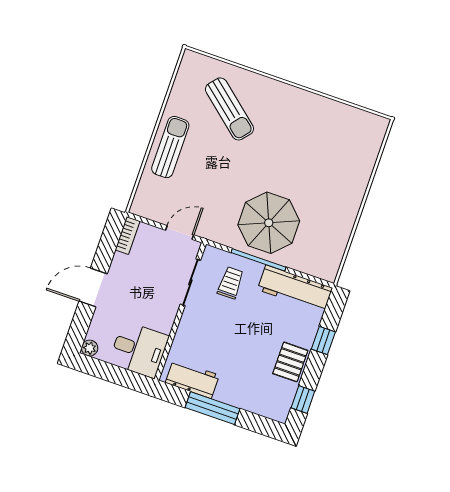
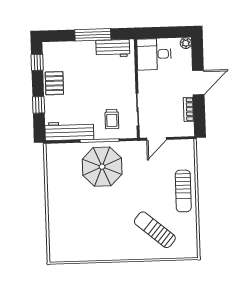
bookcase: (128, 235) -> (189, 109), moved

